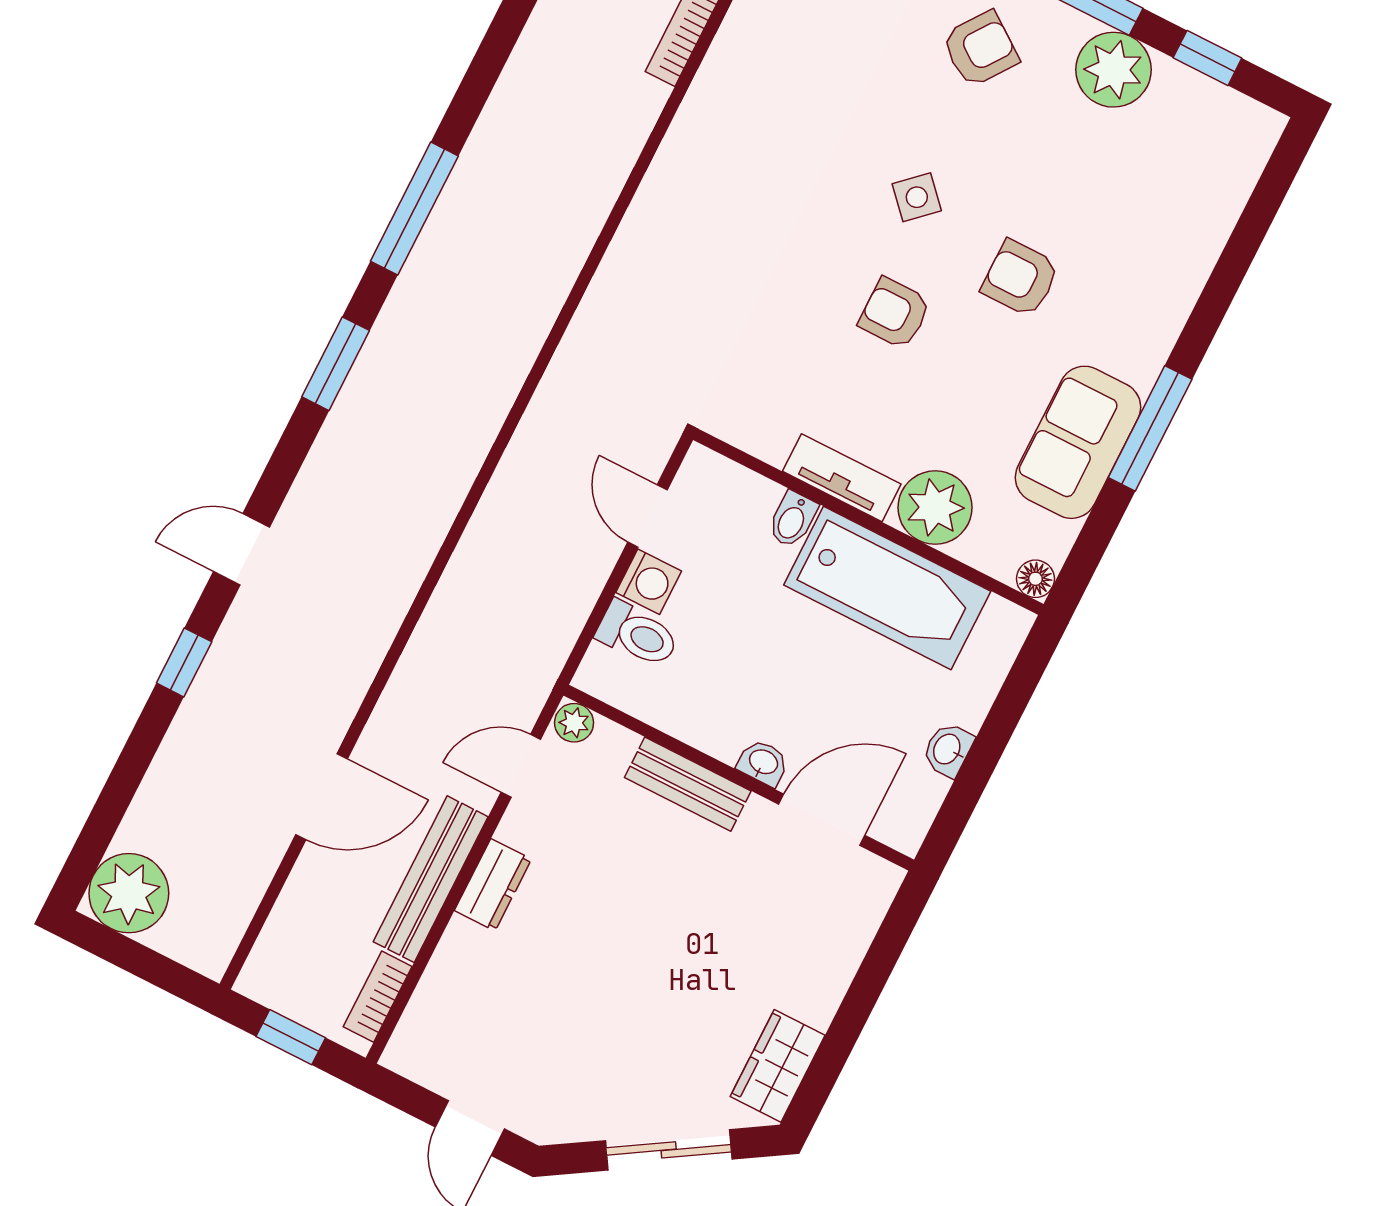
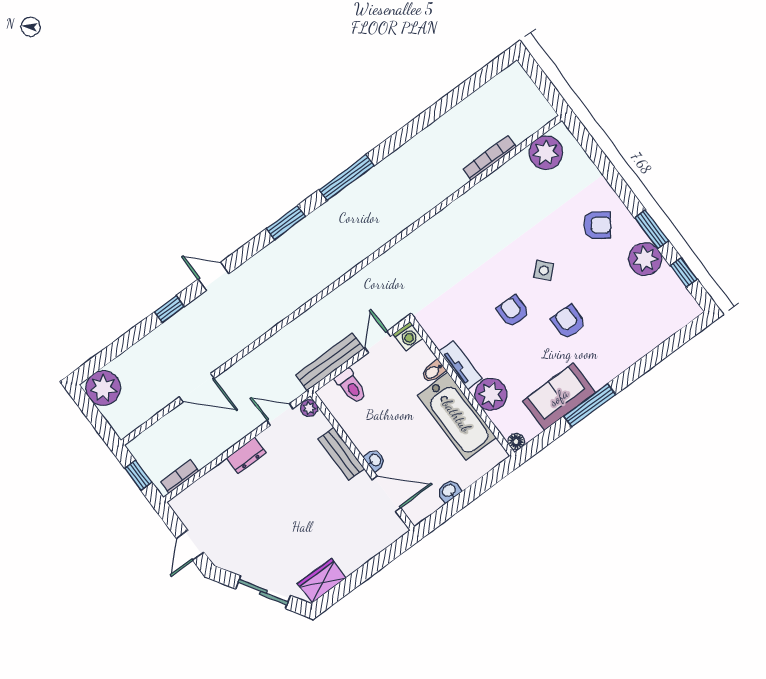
washing machine: (649, 582) -> (408, 336), moved
bench: (431, 879) -> (330, 362), moved

